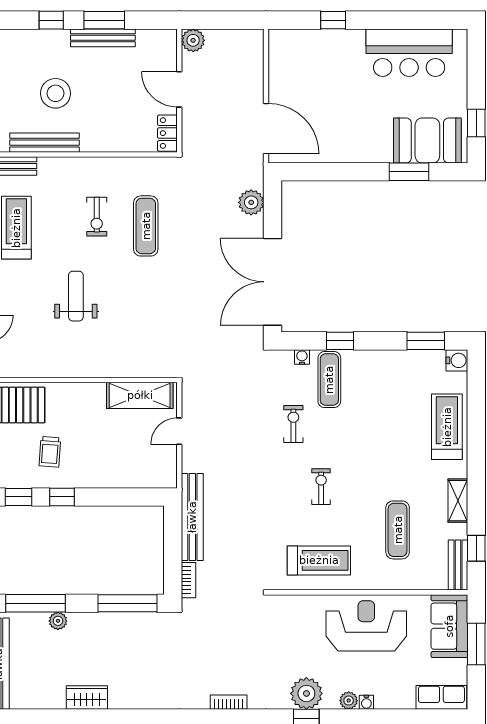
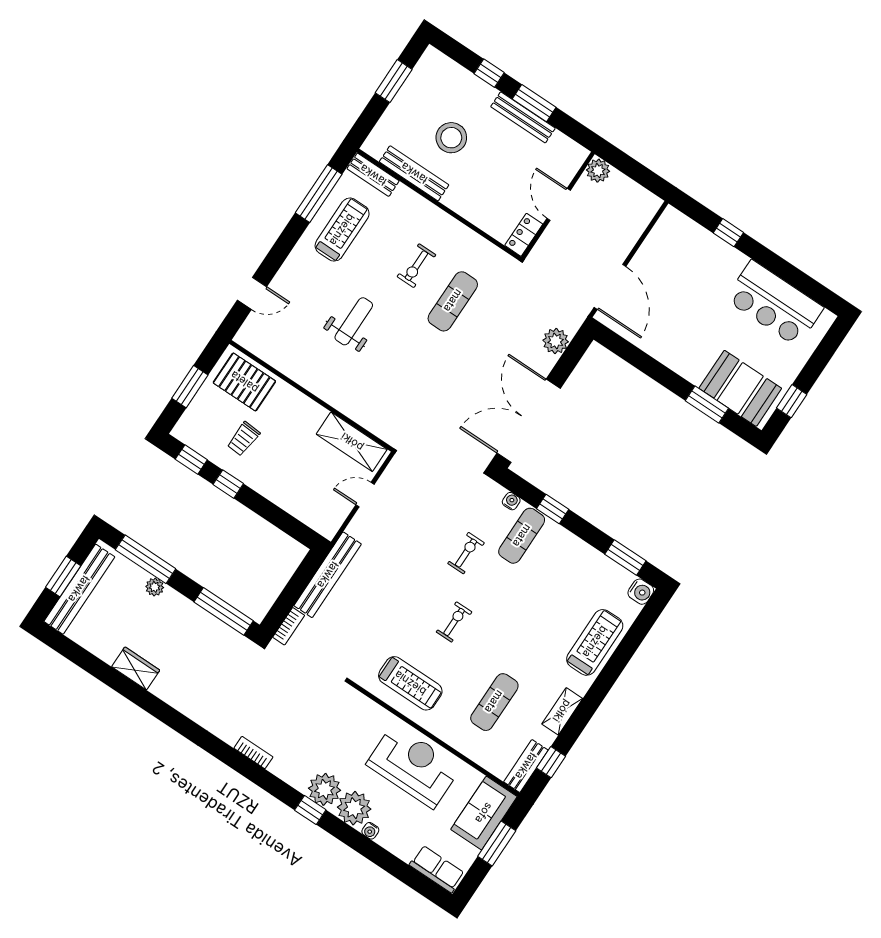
plant: (349, 701) -> (354, 808), width x1.88, depth x1.88

